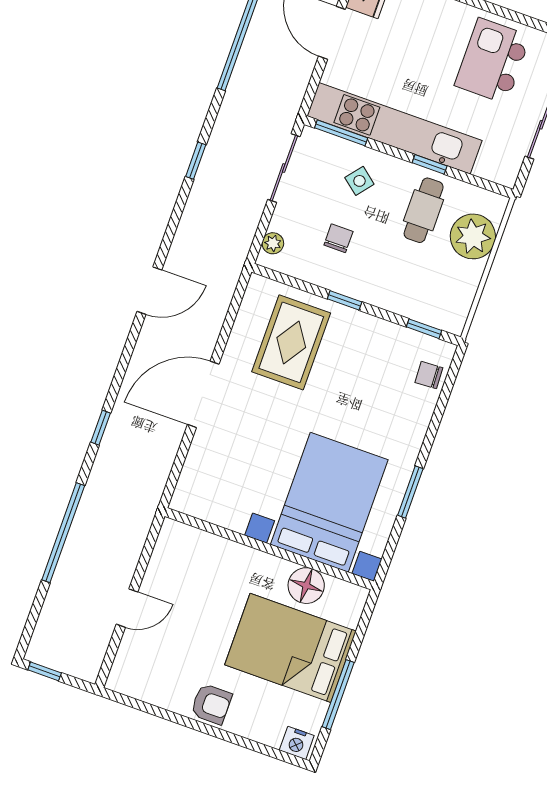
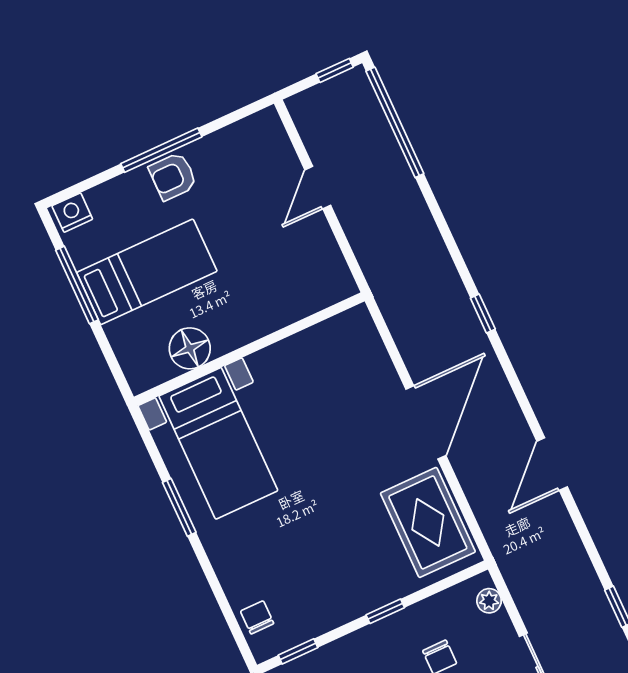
rug: (291, 342) -> (428, 522), moved
chair: (429, 375) -> (257, 617), turned -87
bed with nightstands: (329, 502) -> (218, 443), width x0.73
window: (63, 533) -> (395, 122), moved
bed: (290, 648) -> (147, 272), width x0.67
window: (202, 728) -> (161, 150), added

